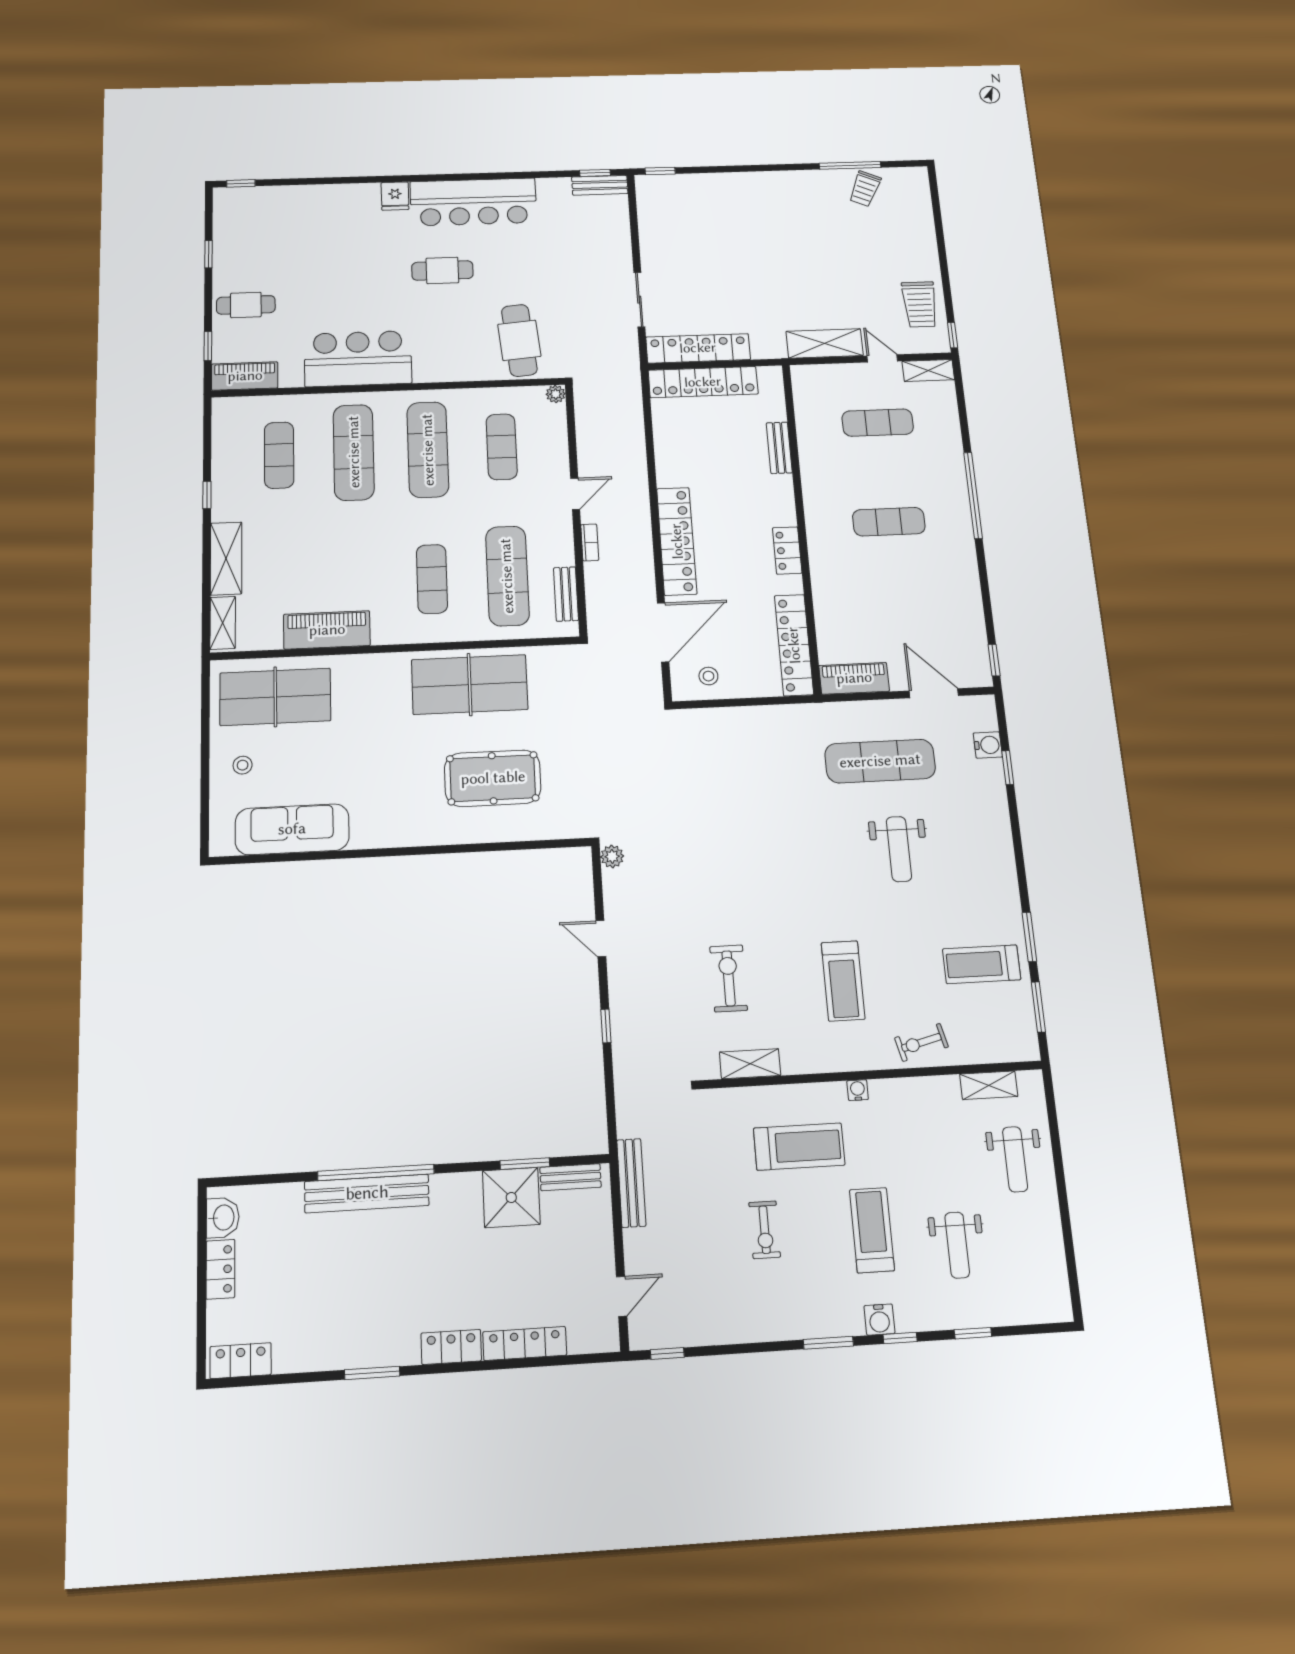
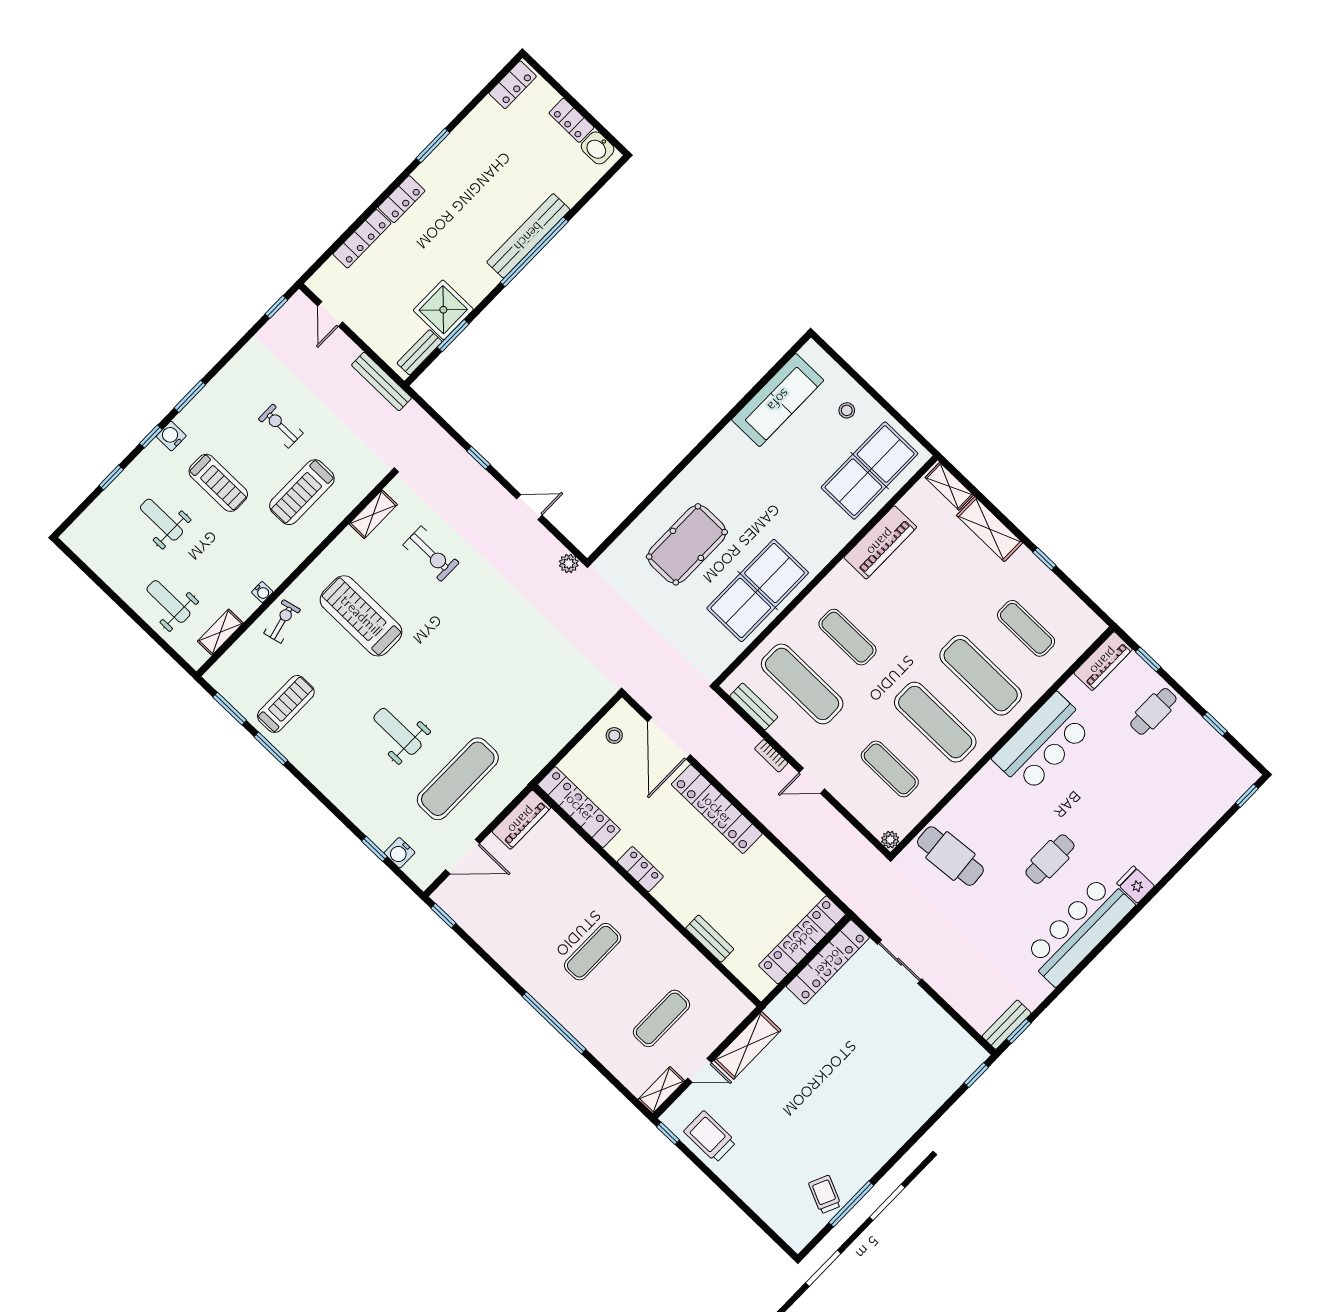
door: (575, 494) -> (812, 781), hinge flipped
treadmill: (843, 981) -> (361, 616), width x1.37, depth x1.38
water cooler: (858, 1090) -> (262, 592), moved

